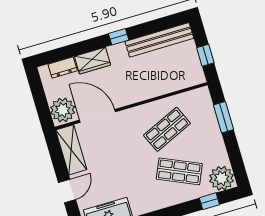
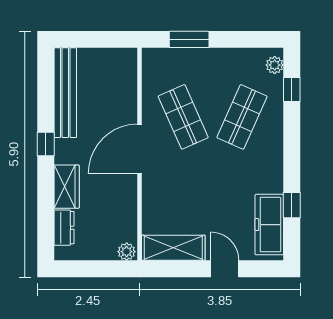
window: (205, 55) -> (102, 39), removed
plant: (63, 110) -> (127, 252), width x0.53, depth x0.53
door: (98, 116) -> (140, 149), moved
plant: (222, 178) -> (275, 65), width x0.53, depth x0.53

